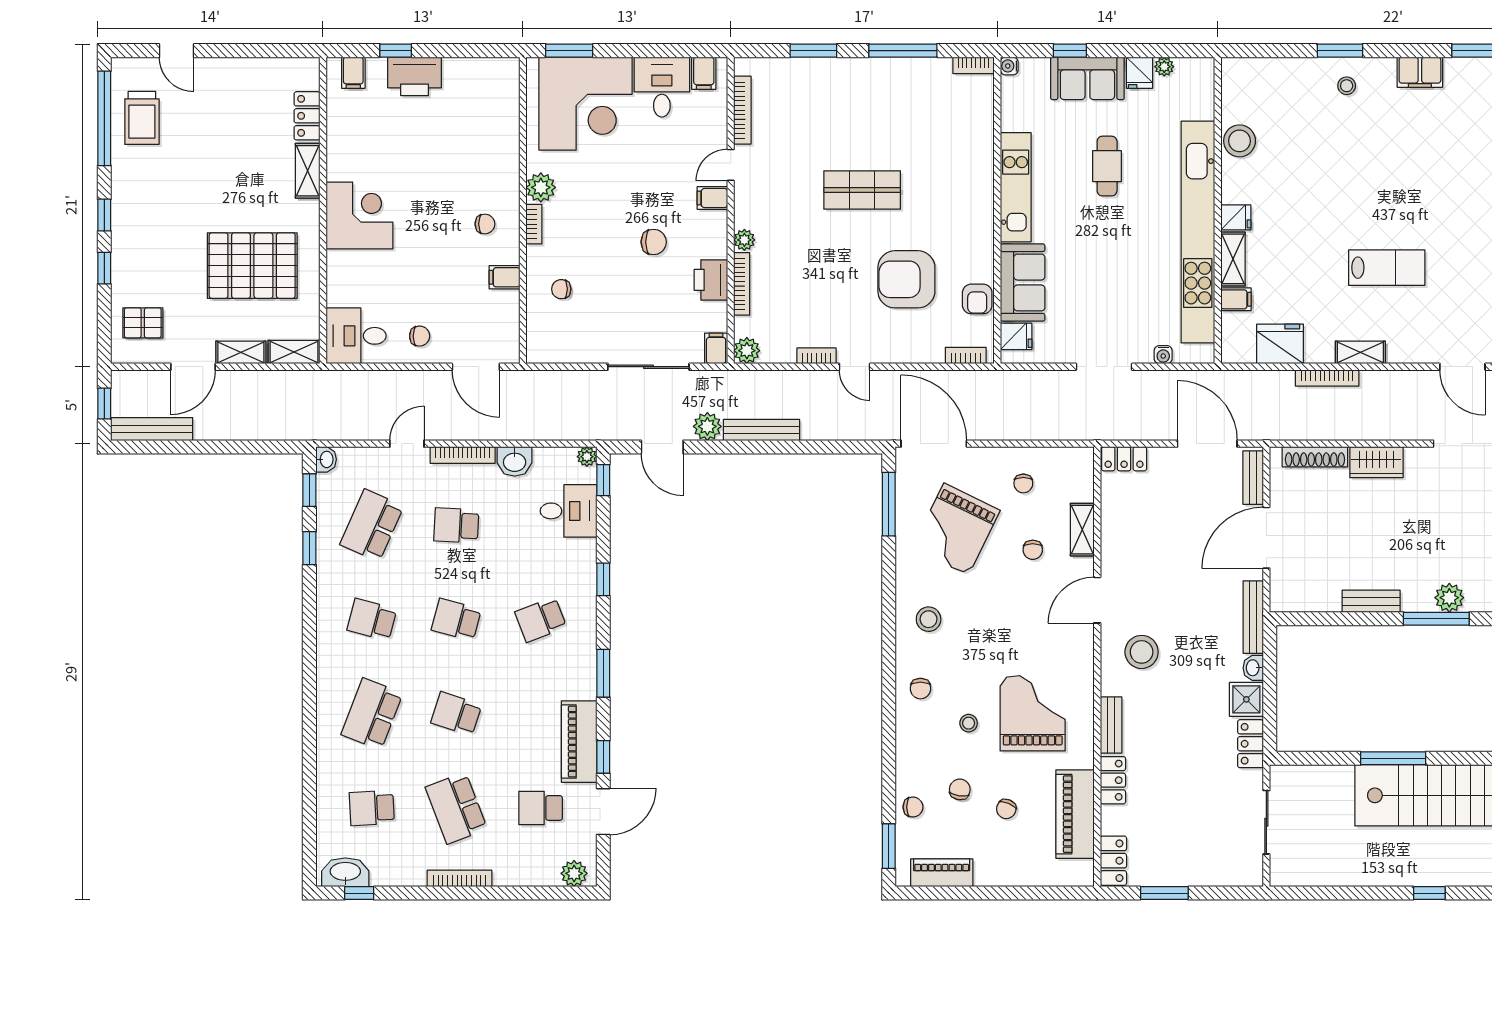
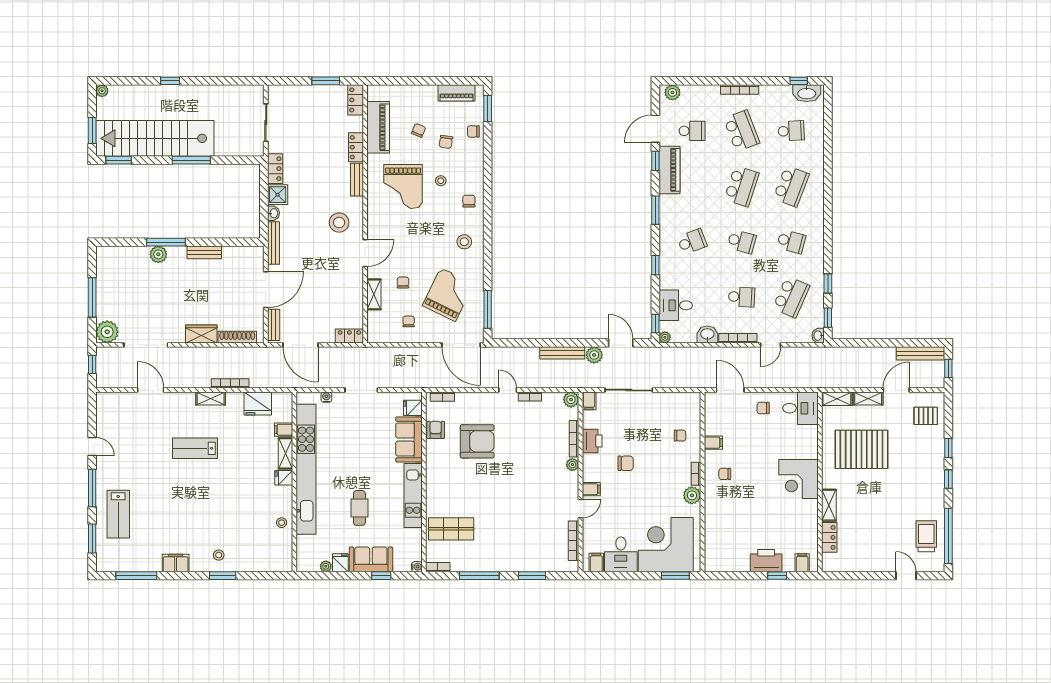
stool: (1240, 141) -> (282, 523), width x0.53, depth x0.53
shop shelf: (862, 190) -> (451, 529), moved
chair: (654, 242) -> (626, 463), turned 180
school desk: (456, 714) -> (742, 186), width x1.85

